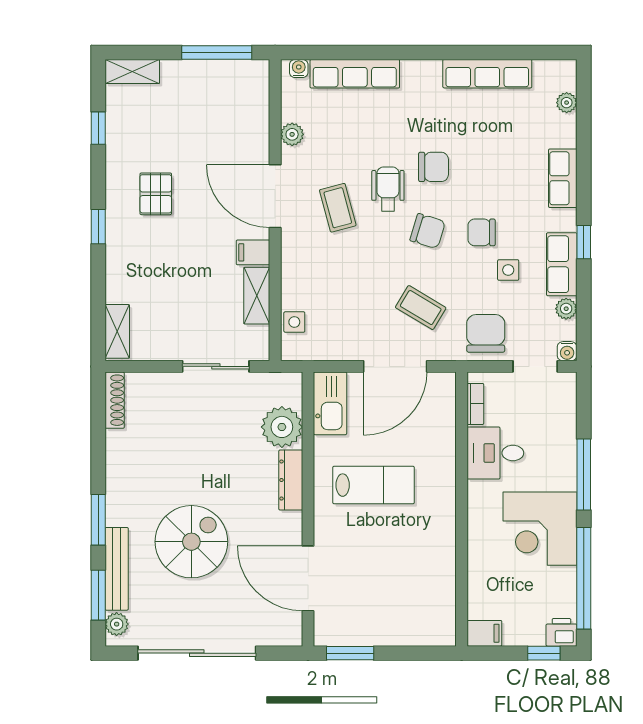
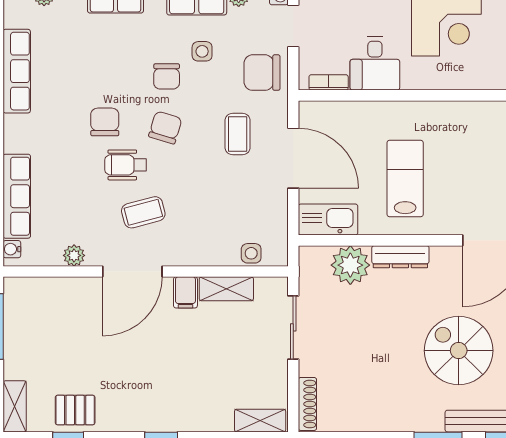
pallet: (156, 194) -> (75, 410), moved
coffee table: (421, 308) -> (238, 134), turned -31
shoe rack: (115, 400) -> (307, 404), moved, turned 90

